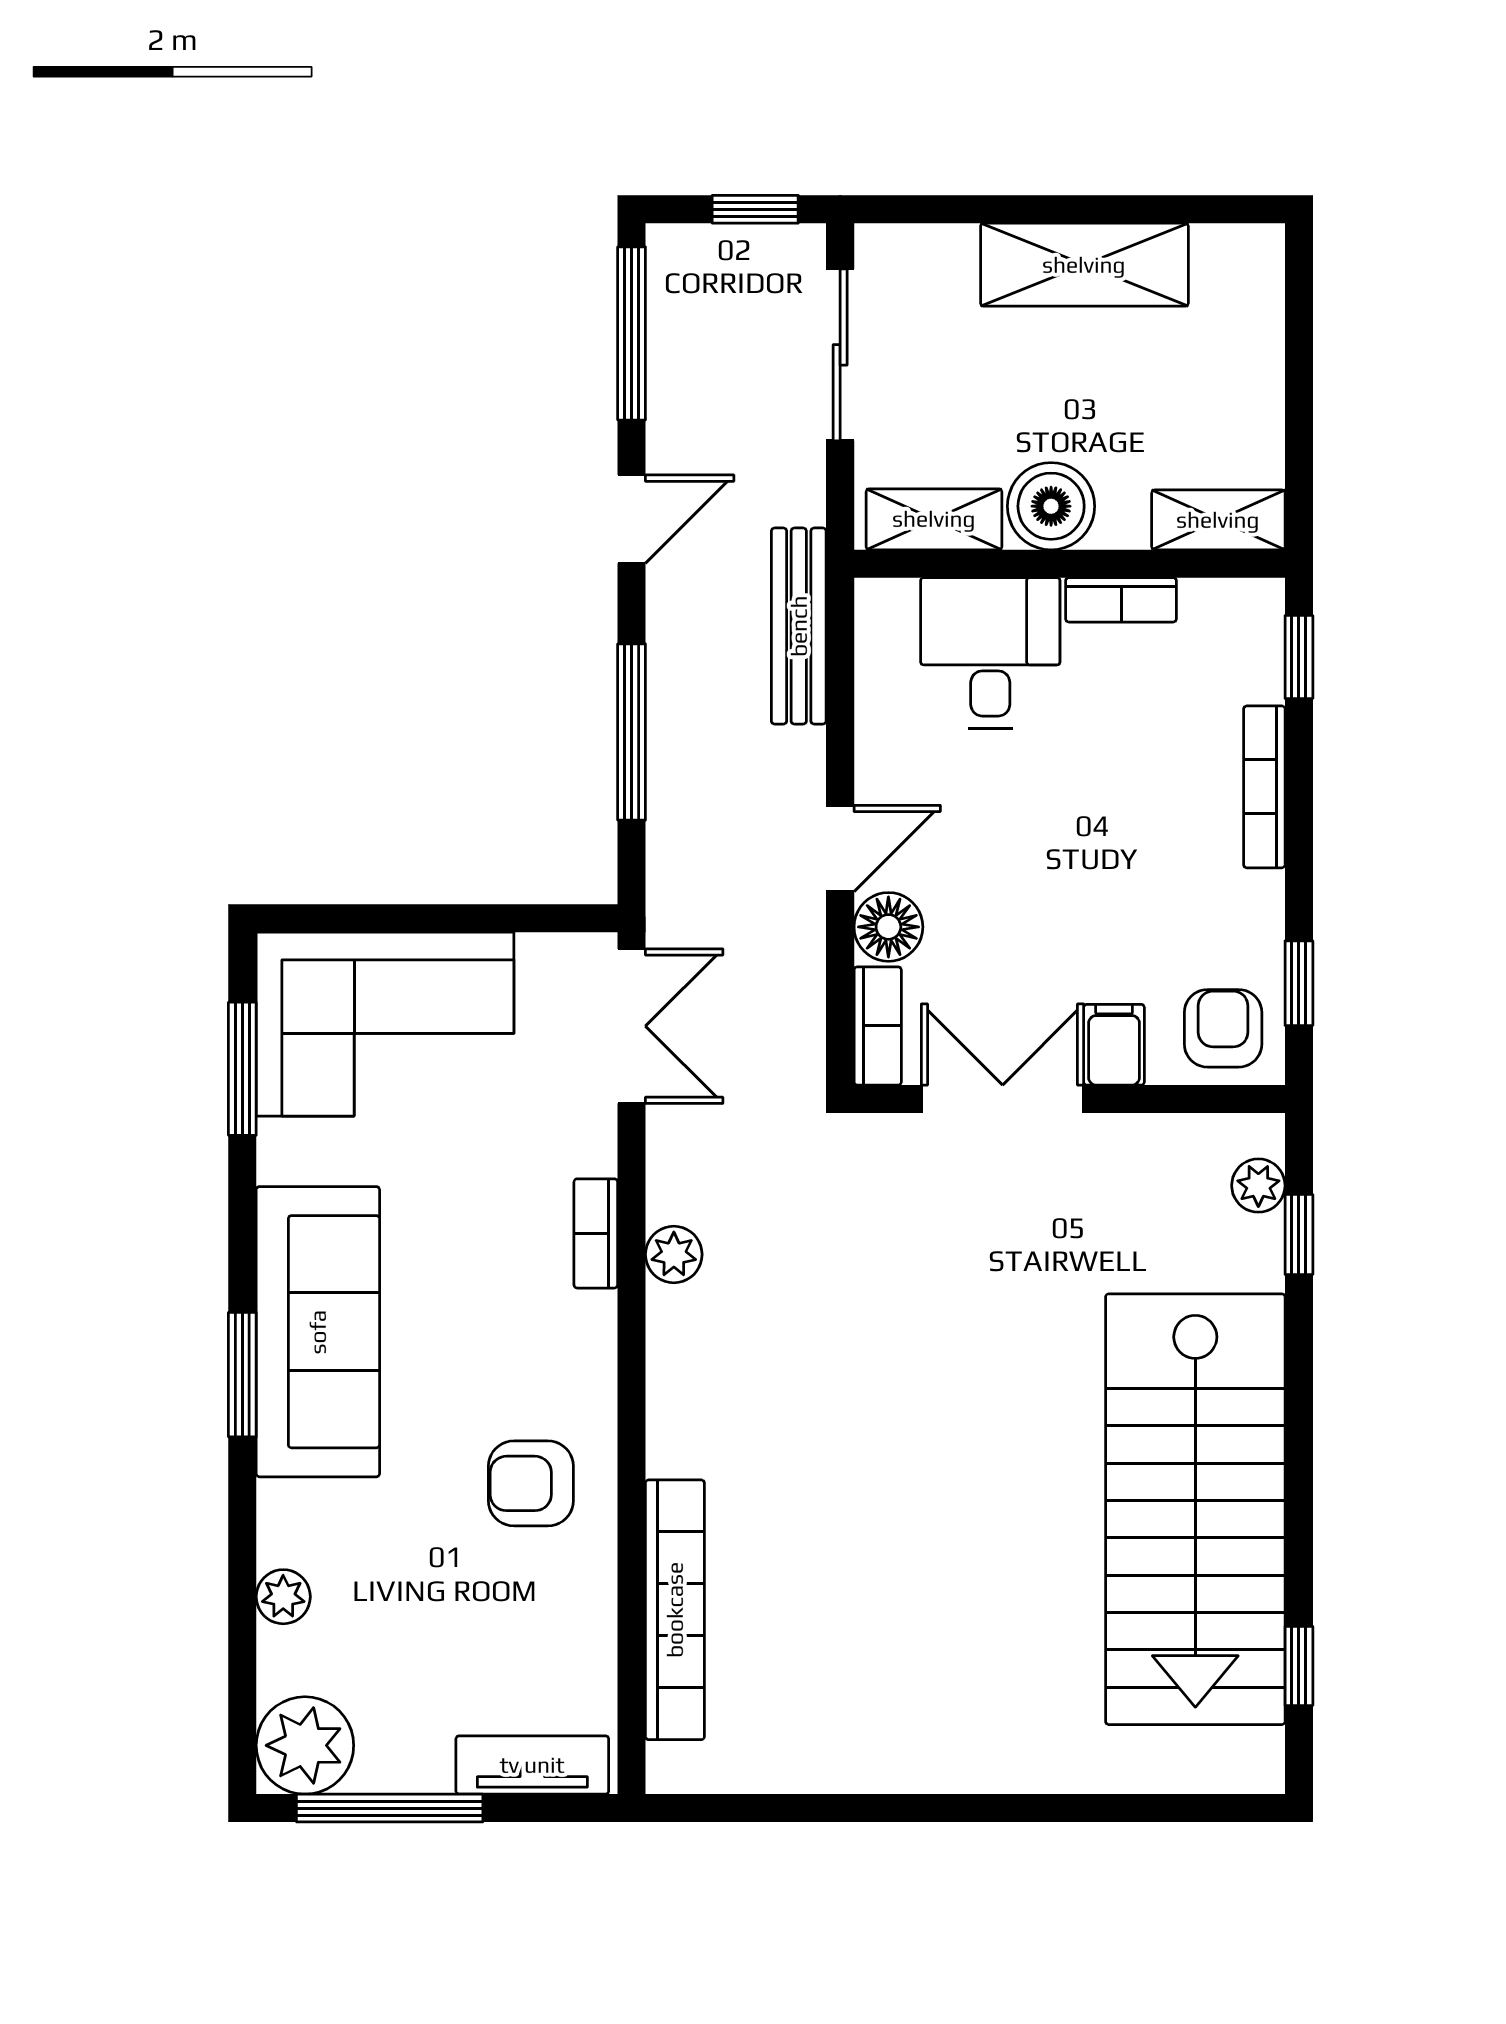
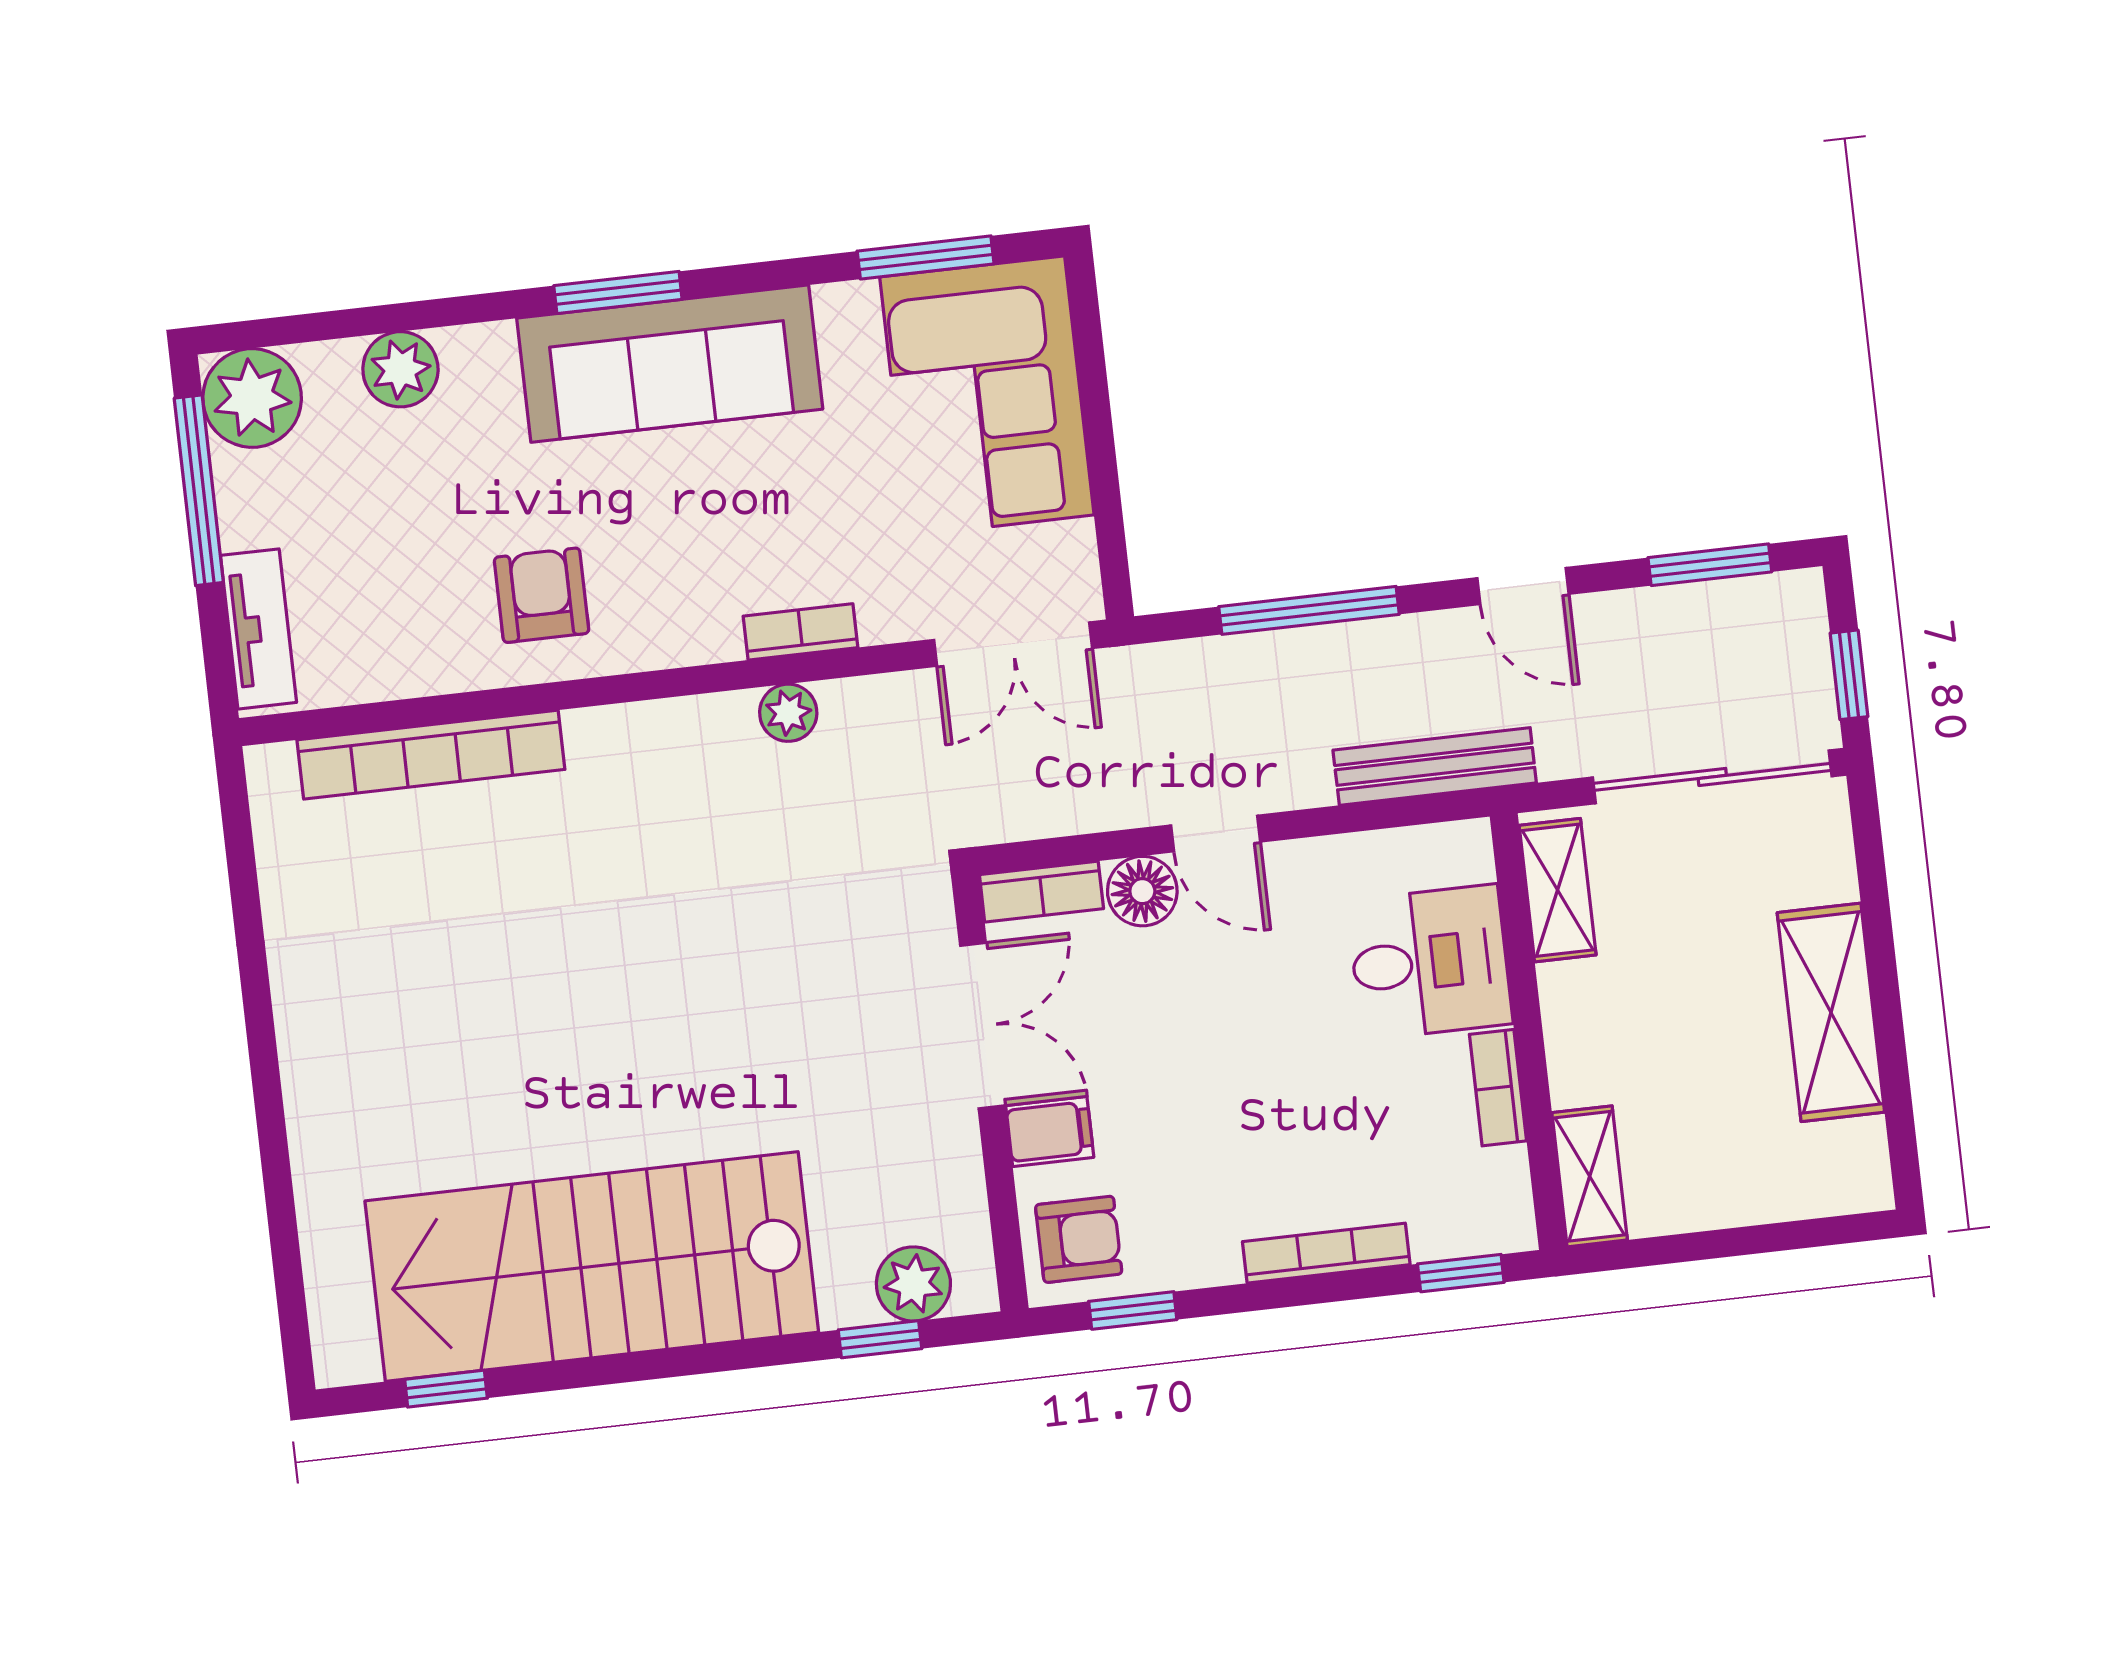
window: (632, 333) -> (1710, 565), width x0.69
sliding door: (840, 355) -> (1712, 777), width x1.37
boiler: (1051, 506) -> (1584, 1006), removed
plant: (1258, 1186) -> (913, 1284), width x1.38, depth x1.38
plant: (283, 1597) -> (400, 369), width x1.38, depth x1.38

